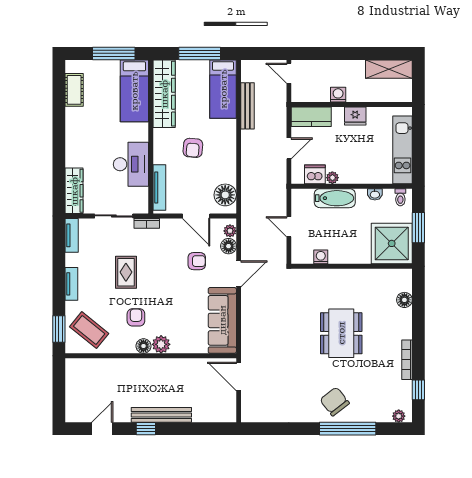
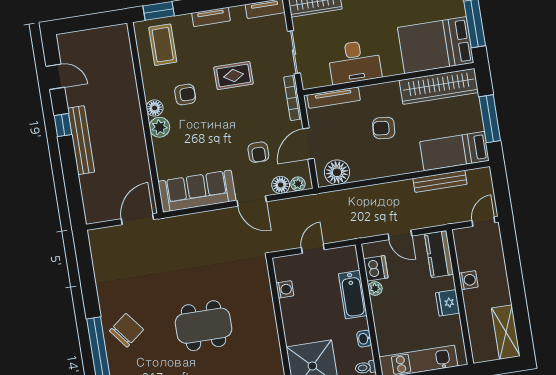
bed: (134, 91) -> (436, 45), width x1.50
bookcase: (147, 223) -> (293, 98), width x1.56
coffee table: (89, 330) -> (163, 45), turned -39

